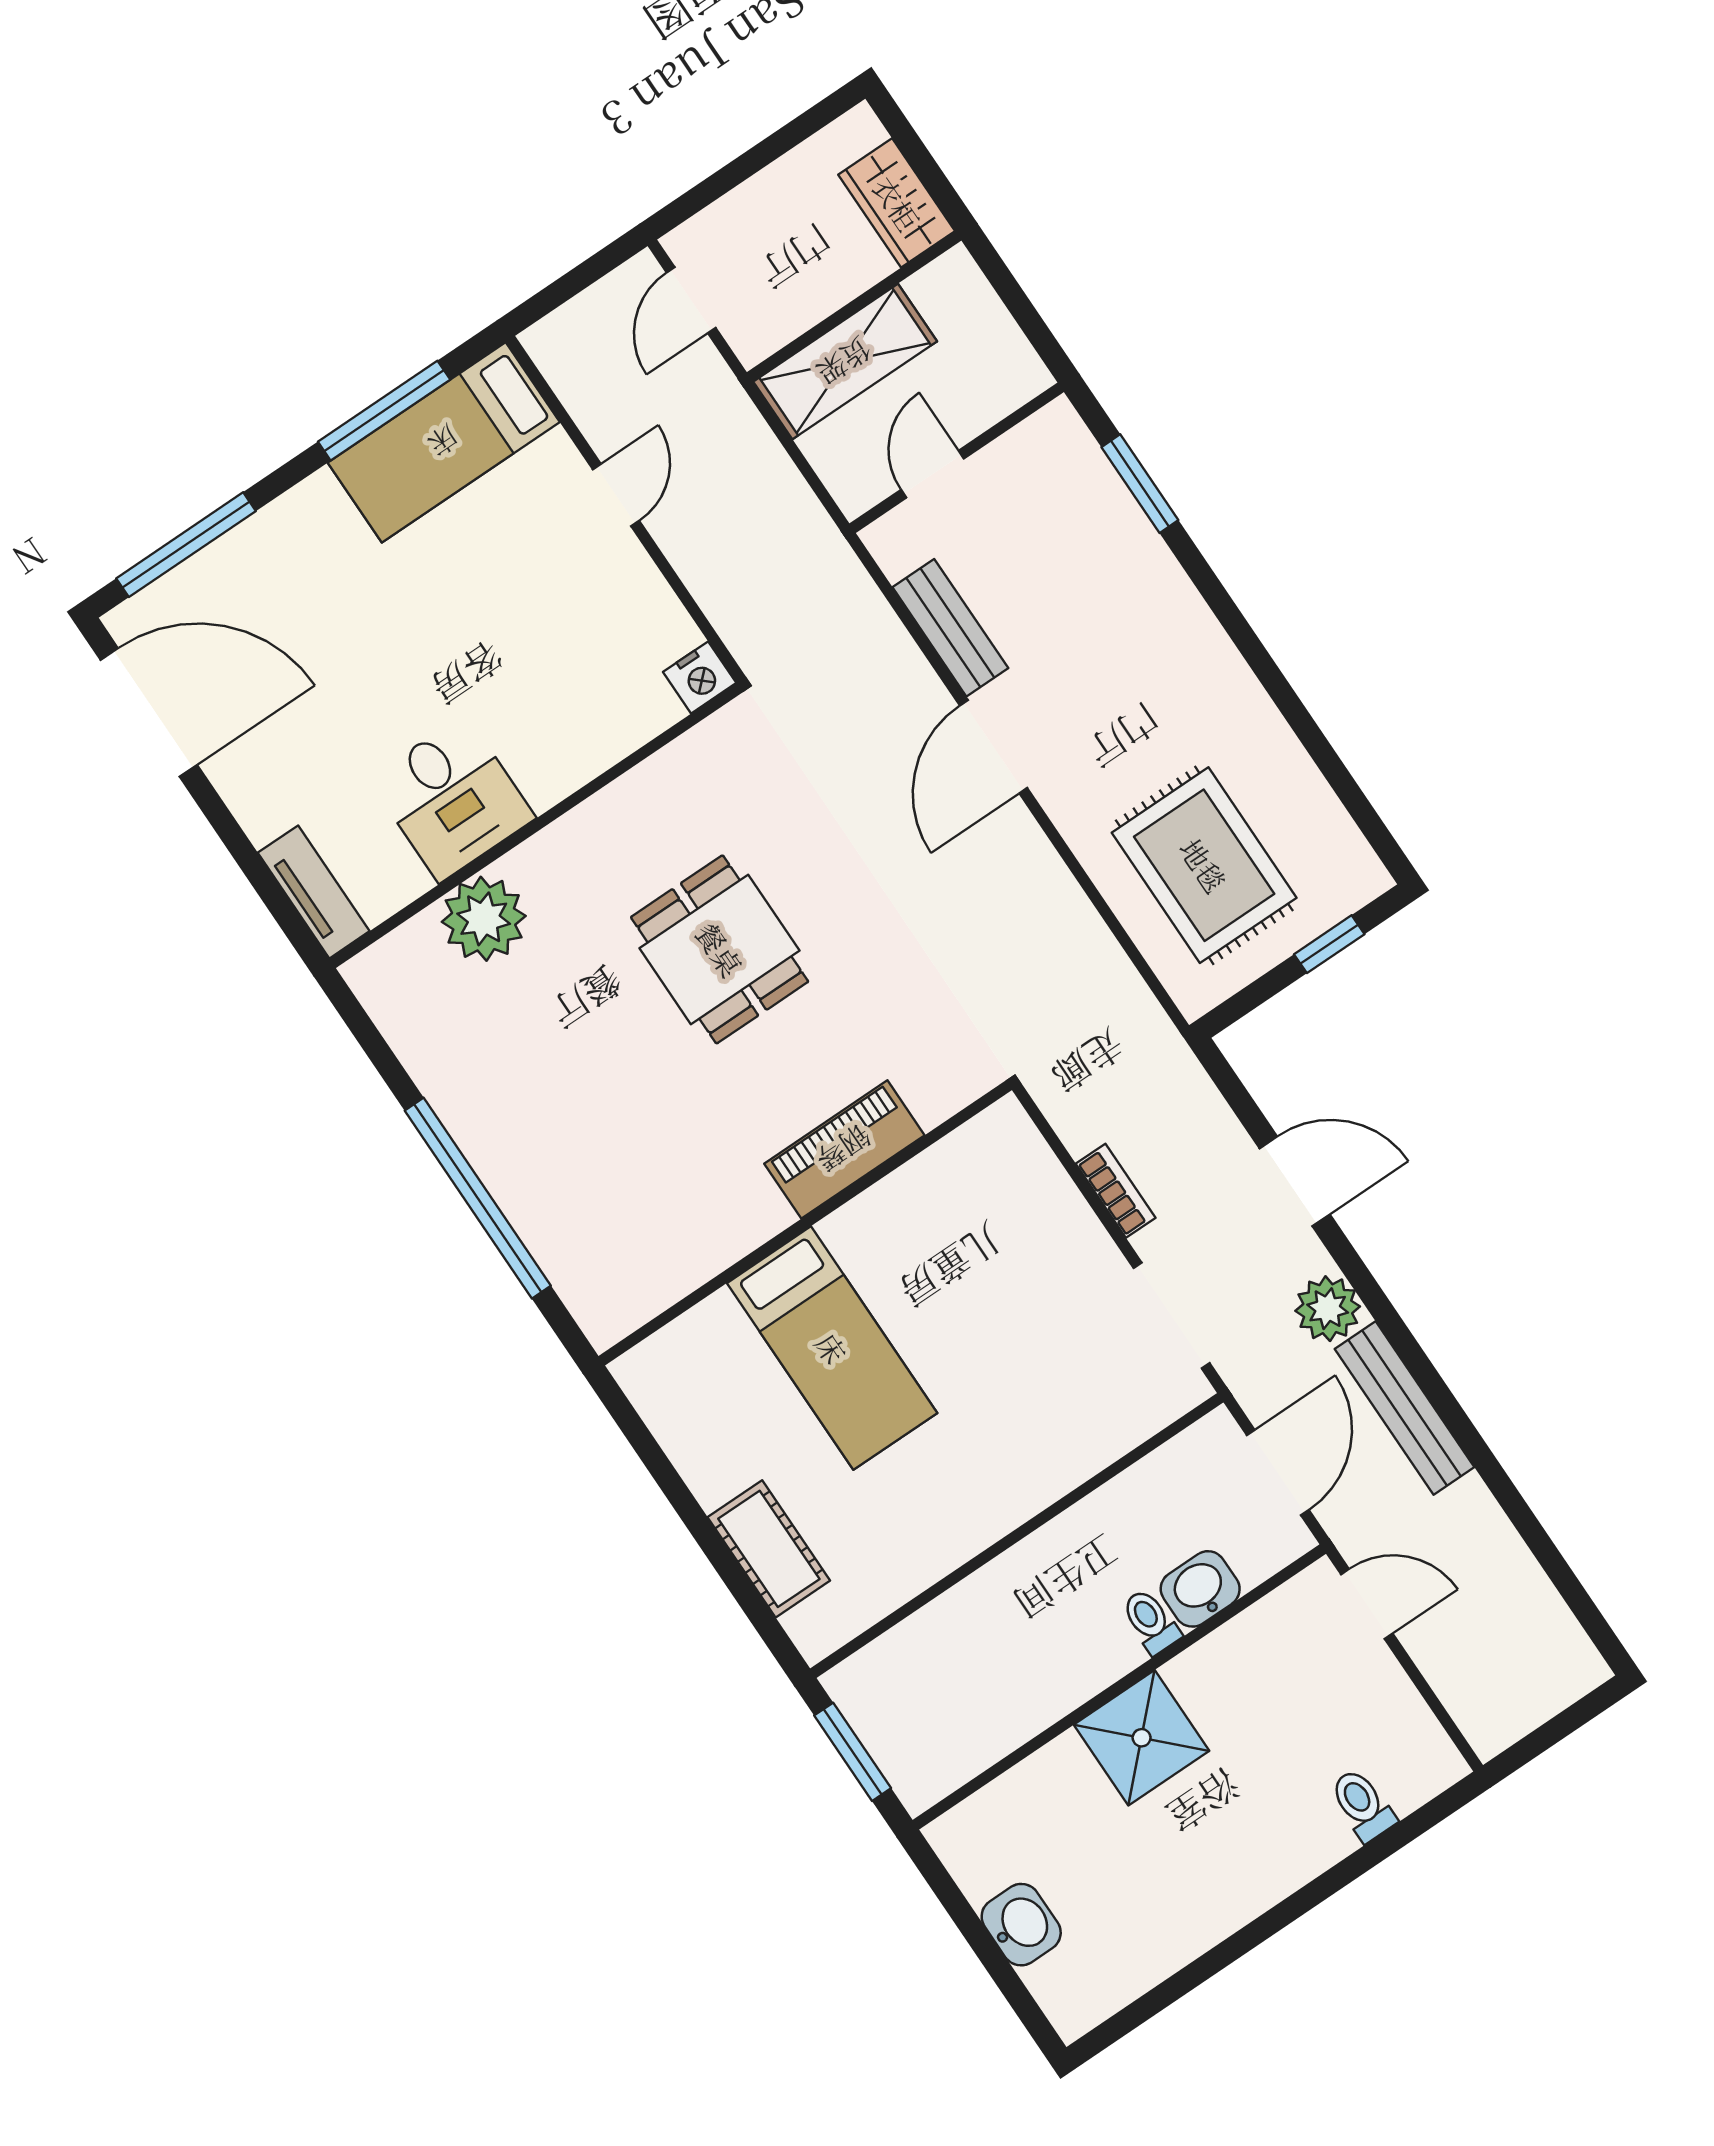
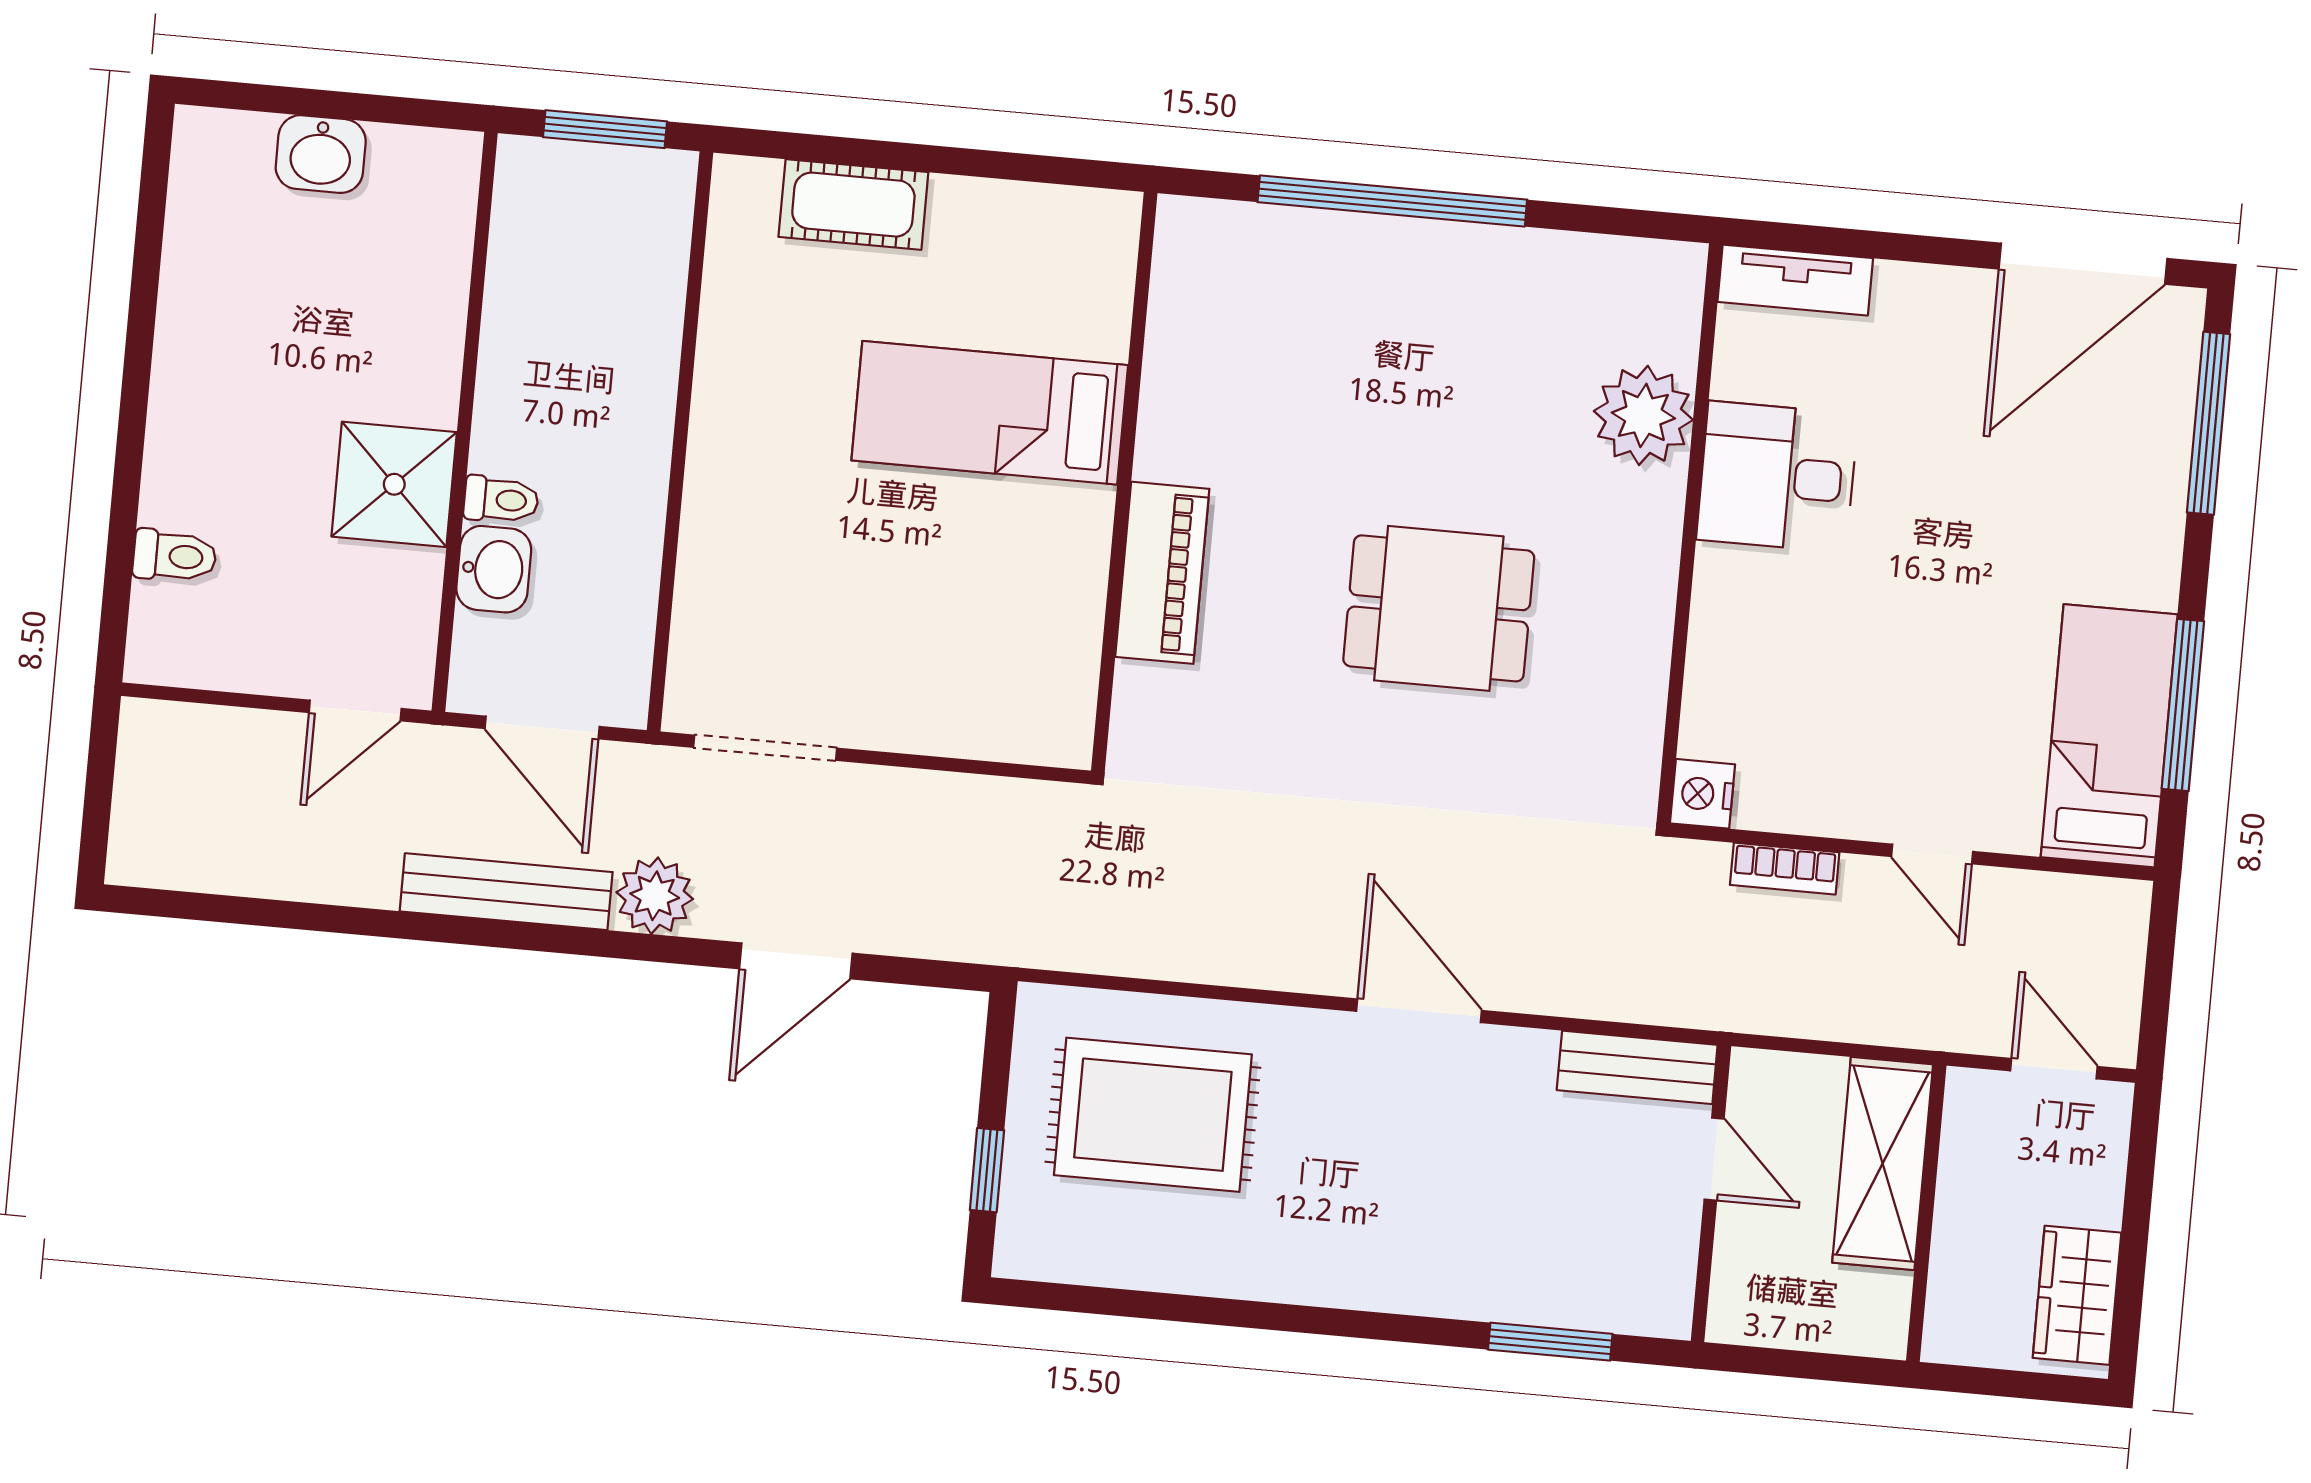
wardrobe: (897, 203) -> (2077, 1295), moved, turned -90
bench: (950, 628) -> (1637, 1067), moved
bookcase: (1116, 1191) -> (1785, 869), moved
shower: (1142, 1738) -> (394, 484), moved

